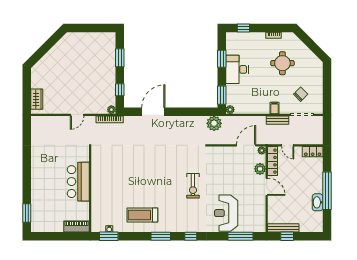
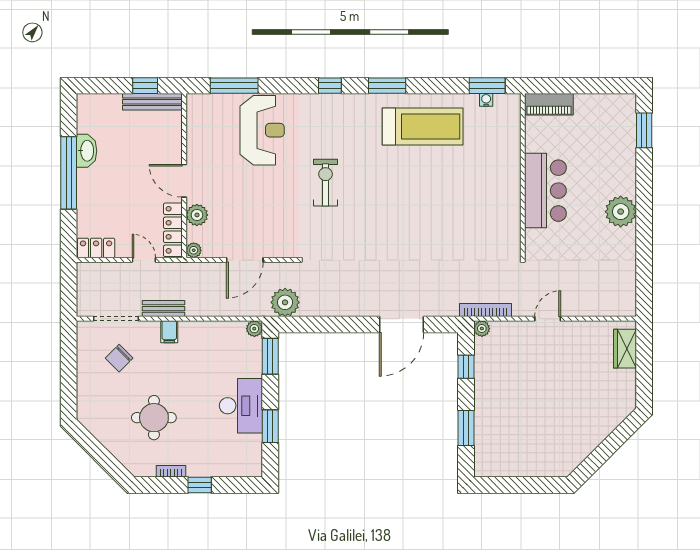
window: (243, 28) -> (200, 485), moved
door: (246, 145) -> (245, 260), moved
plant: (39, 171) -> (621, 212), added
treadmill: (142, 215) -> (423, 127), width x1.37, depth x1.38

